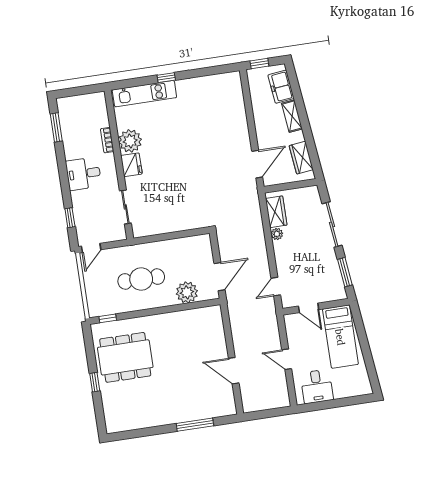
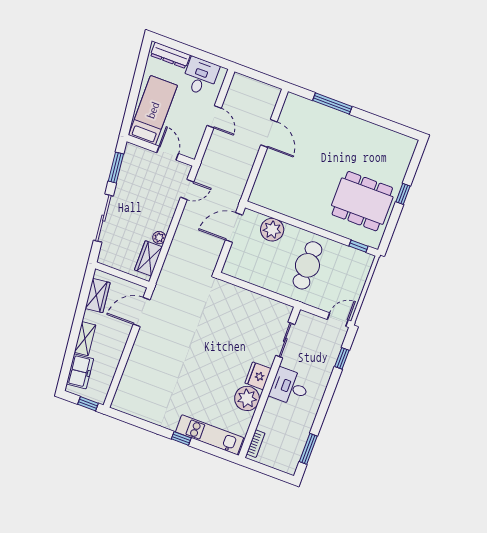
bookcase: (107, 140) -> (256, 444), moved
desk: (83, 174) -> (290, 387), moved, turned 180
cafe table: (141, 279) -> (307, 265), turned 90
dresser: (351, 390) -> (170, 55), added

